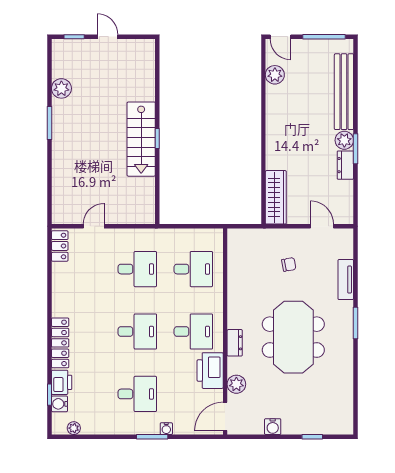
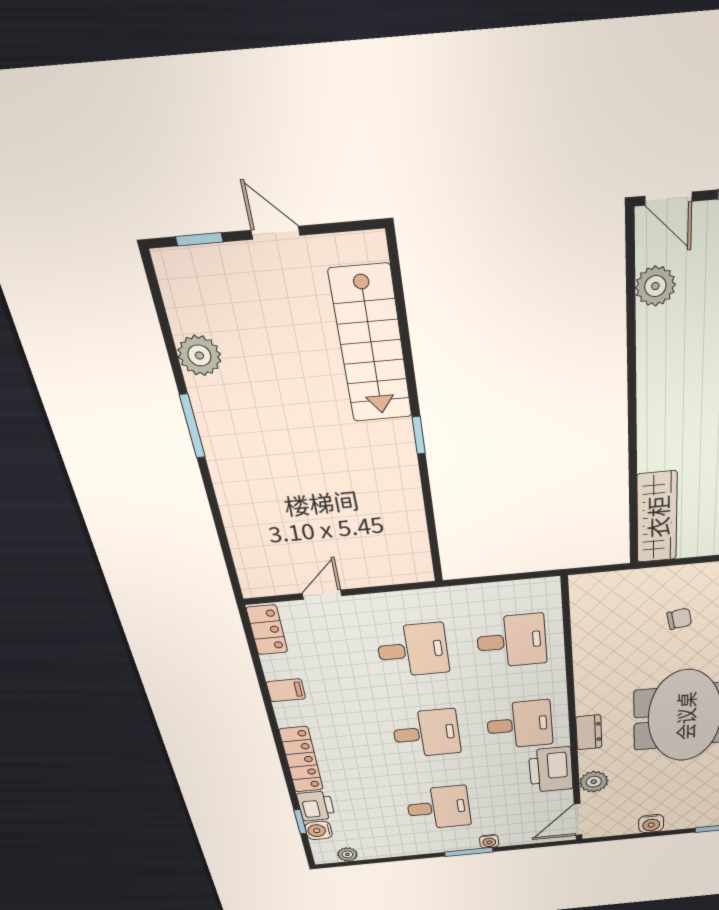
stairs: (141, 139) -> (371, 345), moved
filing cabinet: (62, 289) -> (286, 690), added

